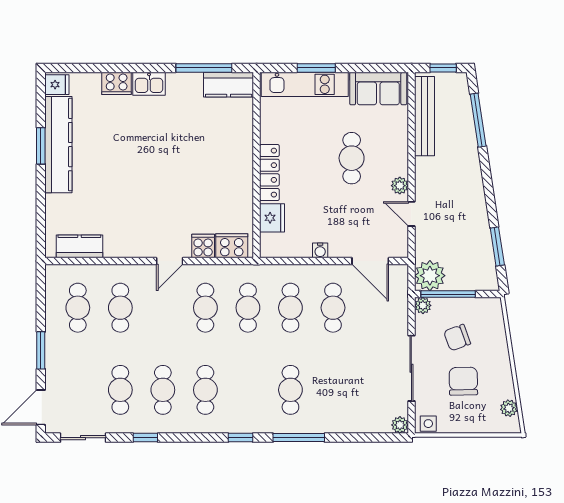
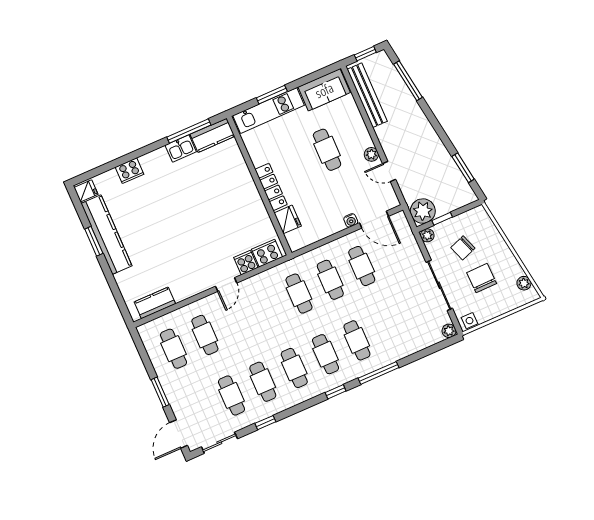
kitchen sink: (149, 84) -> (181, 149), moved
water cooler: (320, 250) -> (351, 220), moved
window: (448, 294) -> (442, 219), width x0.46
cafe table: (205, 308) -> (326, 354), moved

